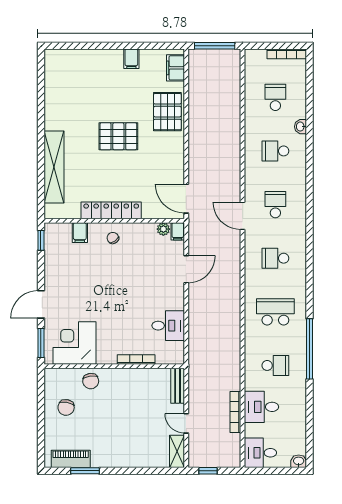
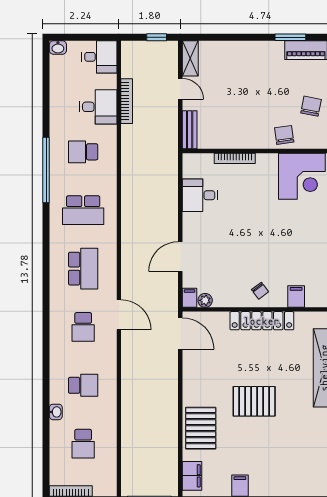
school desk: (275, 258) -> (83, 269), width x1.85

